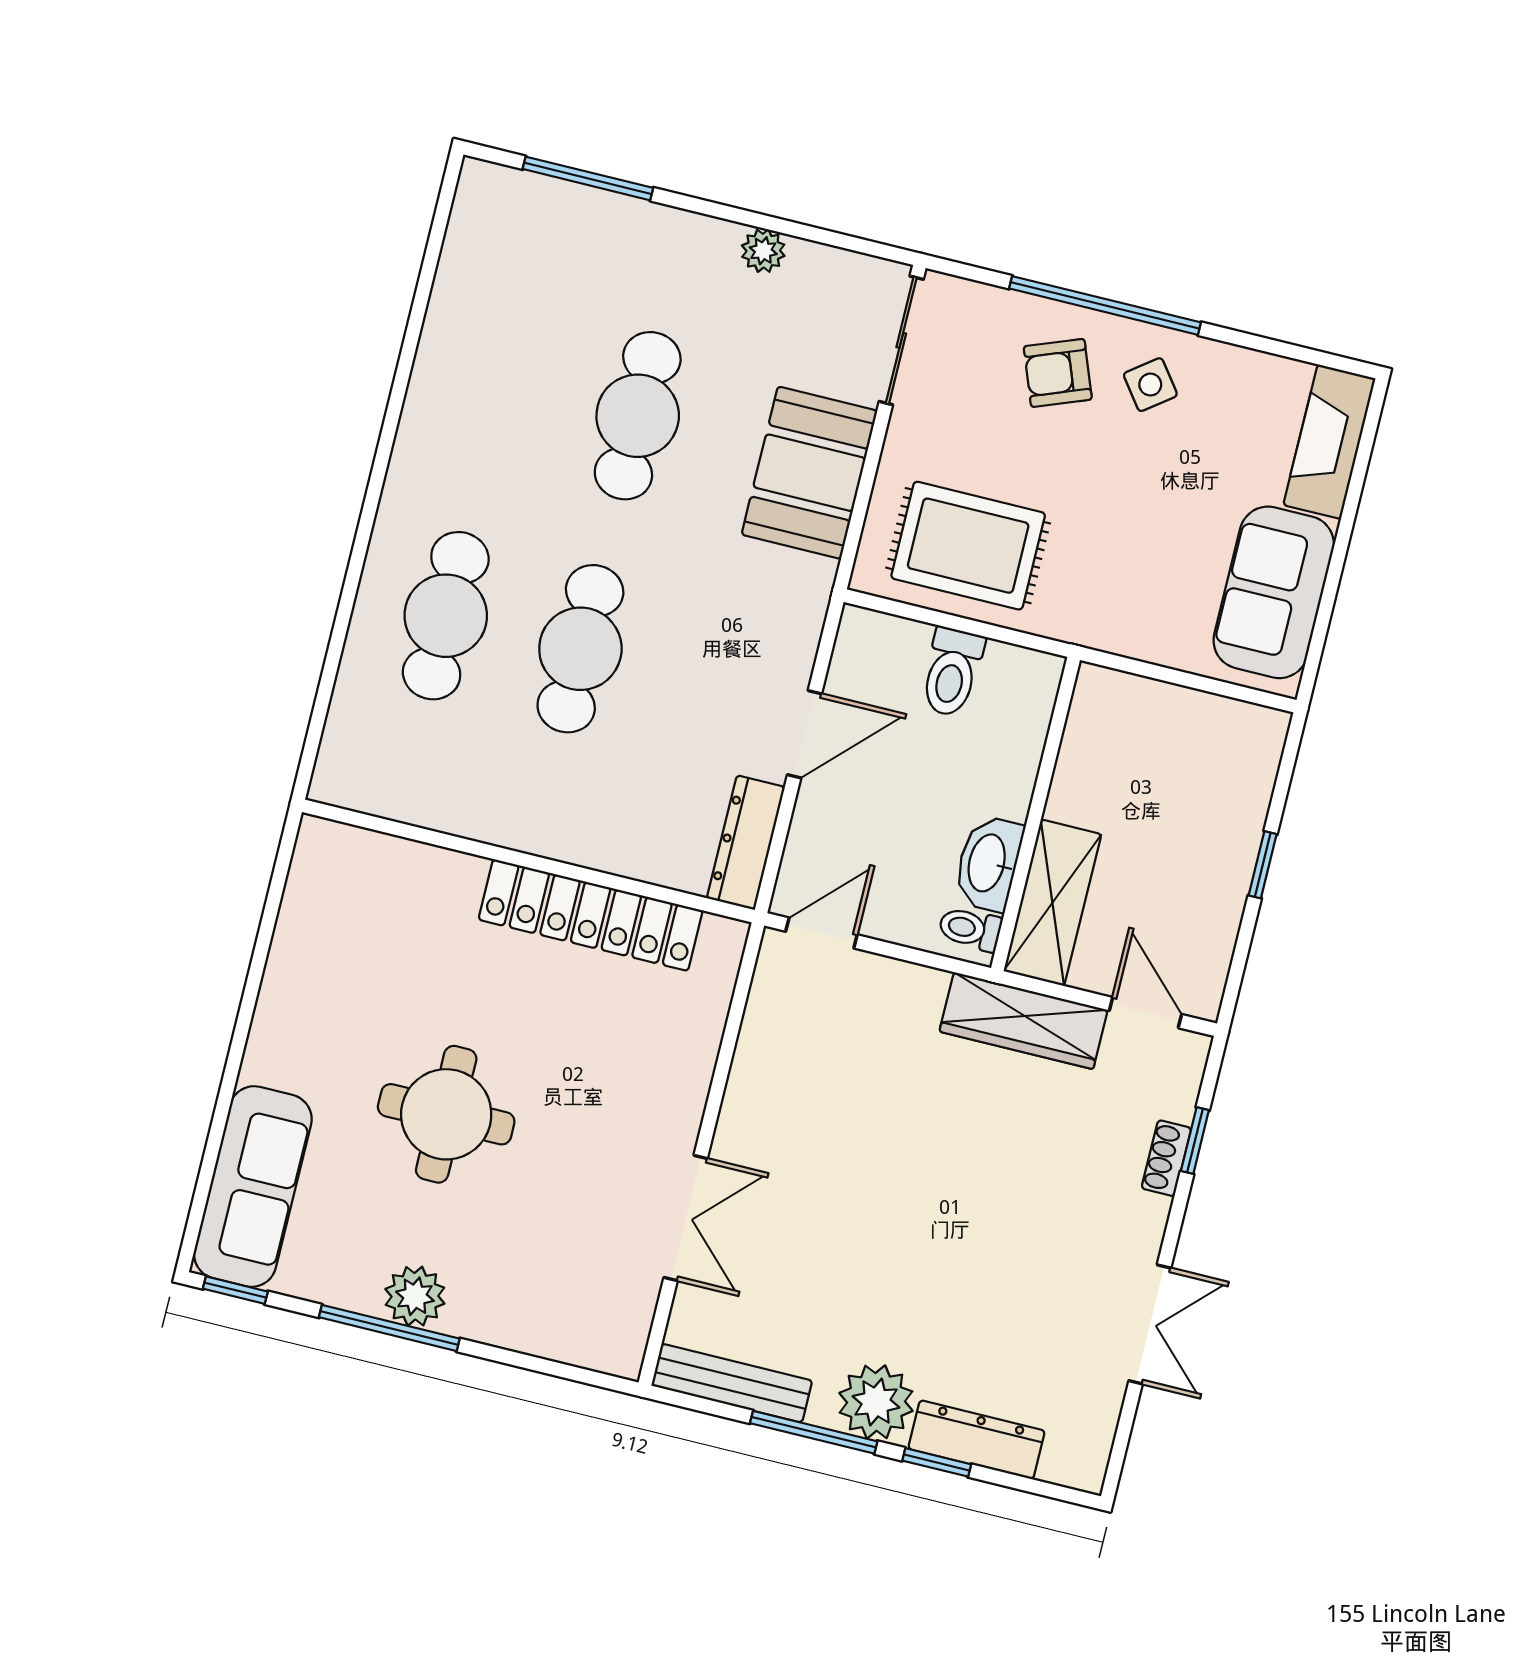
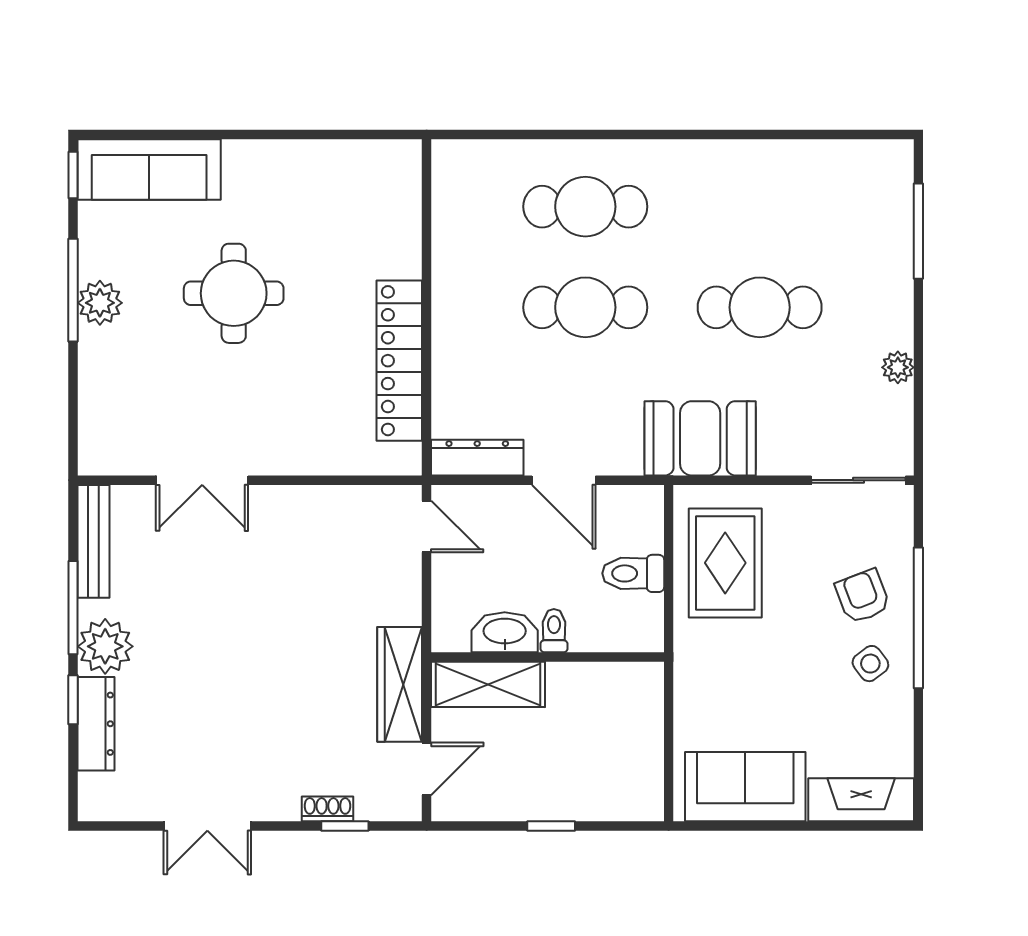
booth: (809, 473) -> (700, 438), moved
toilet: (970, 929) -> (554, 631), moved

